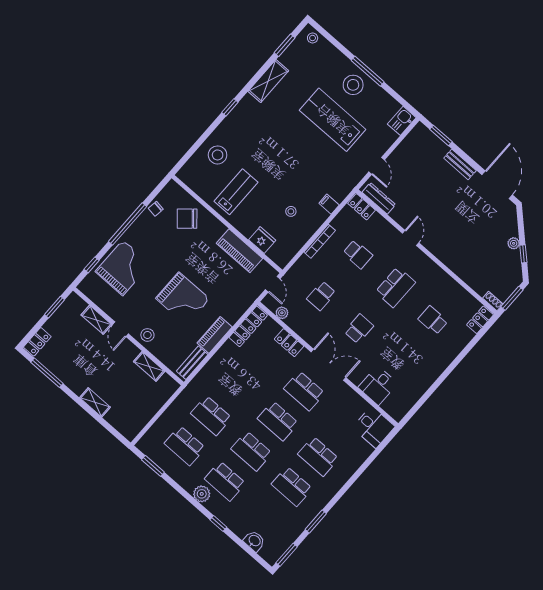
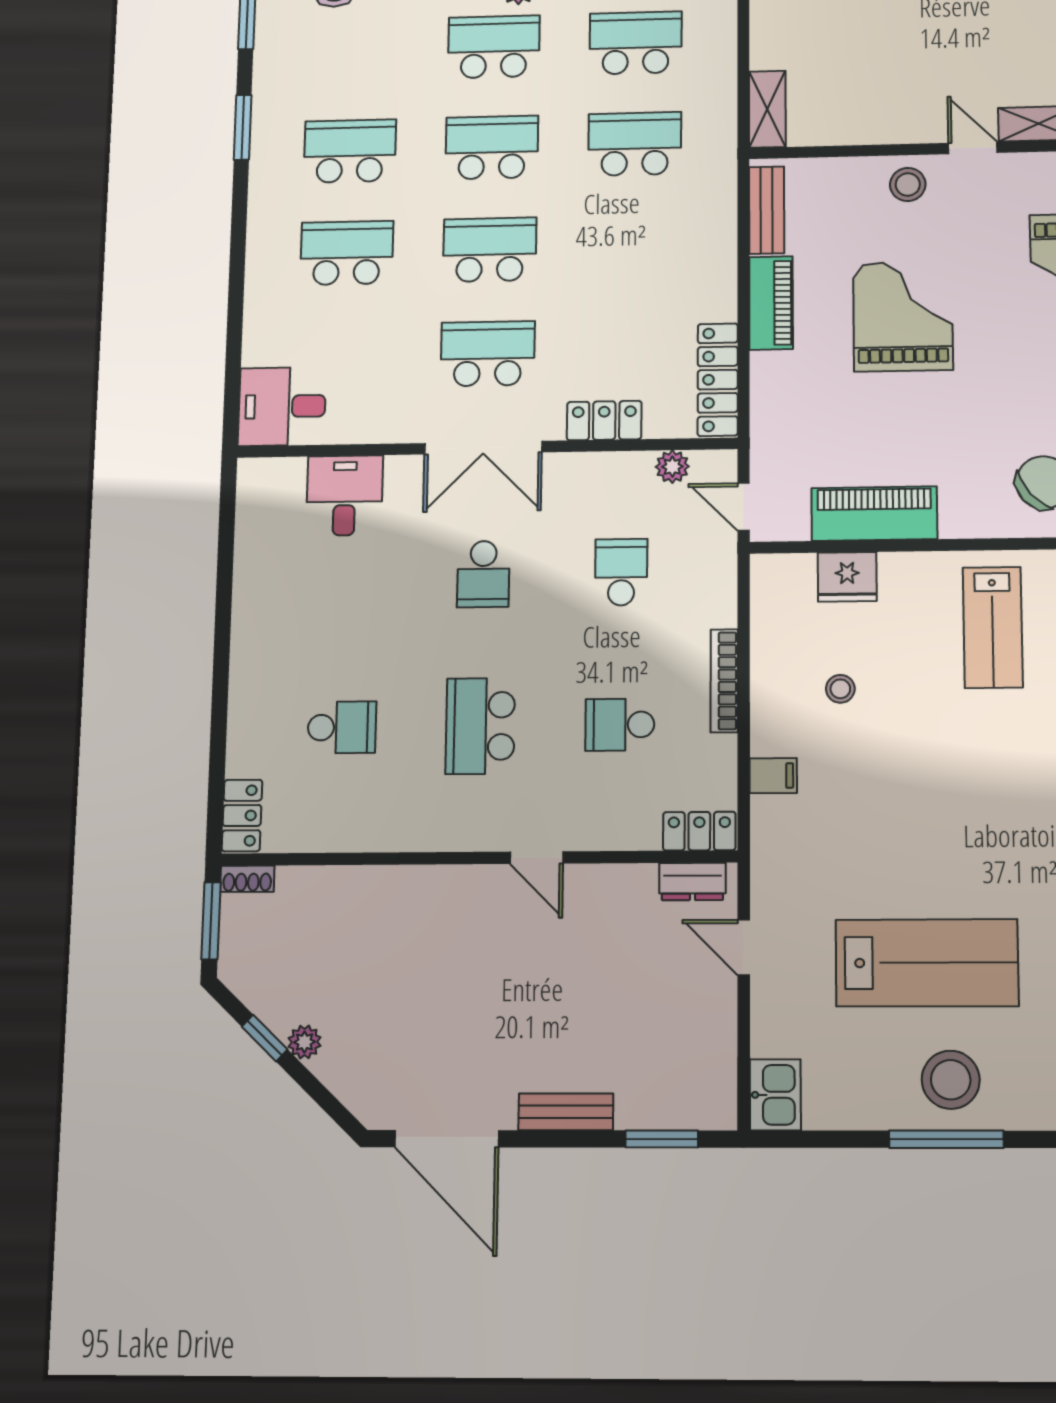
dresser: (379, 198) -> (692, 882), width x0.70
grand piano: (183, 299) -> (903, 316), turned 90
shelving: (149, 366) -> (767, 109), moved, turned 90

